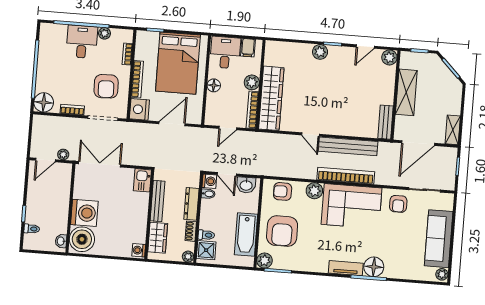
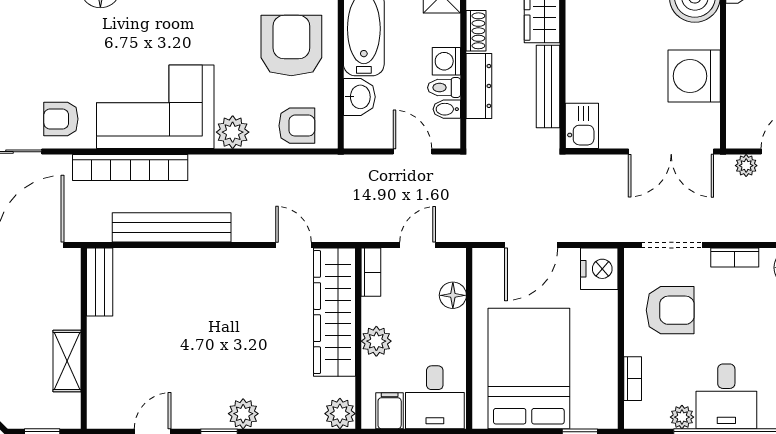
plant: (389, 57) -> (340, 414), moved
bookcase: (137, 79) -> (608, 330), removed
floor lamp: (214, 85) -> (453, 295), moved
armchair: (106, 86) -> (670, 310), turned 92
shelving: (406, 92) -> (67, 361), width x0.67, depth x0.75
bookcase: (252, 110) -> (371, 272), width x0.64
door: (310, 135) -> (294, 245), moved
bookcase: (346, 176) -> (130, 168), moved
washing machine: (209, 181) -> (446, 61), moved
washbasin: (246, 185) -> (359, 97), moved, turned 90
armchair: (398, 204) -> (61, 119), turned -90
washing machine: (84, 213) -> (694, 76), moved
toilet: (206, 235) -> (444, 88), moved

